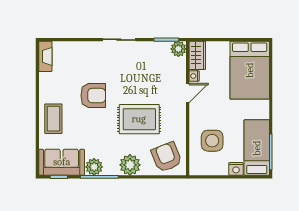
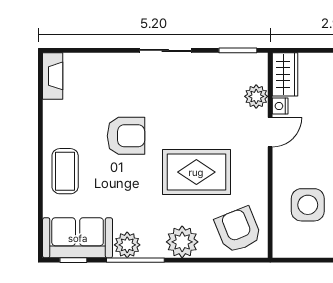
plant: (178, 49) -> (256, 96), moved

